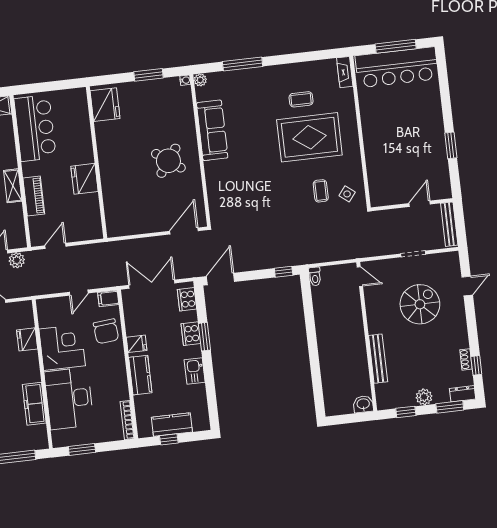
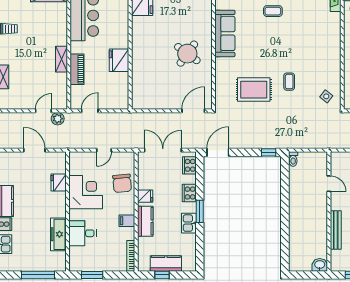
coffee table: (301, 99) -> (273, 11), moved
rug: (309, 137) -> (254, 90), moved, width x0.73, depth x0.69
coffee table: (321, 191) -> (289, 82), moved
door: (360, 277) -> (329, 184), moved
filing cabinet: (108, 298) -> (127, 221), moved
window: (204, 337) -> (200, 211), moved
desk: (69, 398) -> (82, 233), width x0.53, depth x0.77

